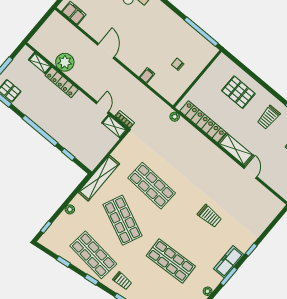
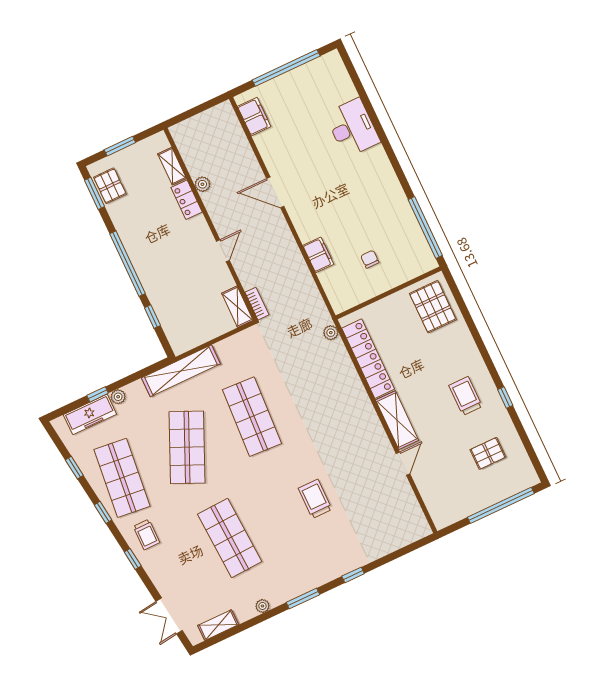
door: (106, 51) -> (275, 192), swing flipped
plant: (65, 62) -> (202, 184), width x0.53, depth x0.53
filing cabinet: (147, 75) -> (318, 255), width x2.00
locker: (62, 82) -> (187, 200), width x0.66
pallet: (238, 92) -> (433, 307), moved
door: (103, 108) -> (223, 251), moved
trolley: (269, 117) -> (466, 396), turned 90
trolley: (210, 216) -> (315, 499), turned 180
window: (46, 227) -> (98, 394), moved
freezer: (229, 262) -> (90, 414), moved, turned 180

